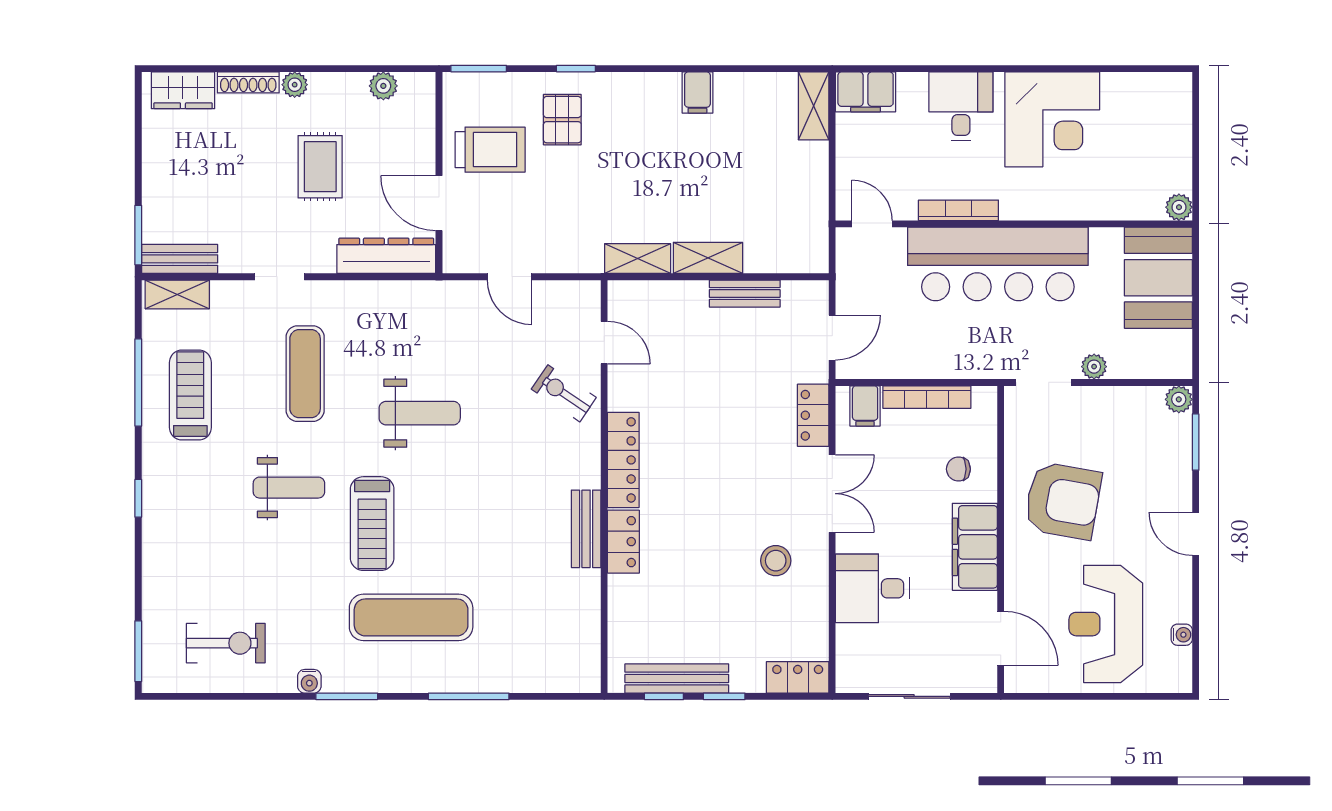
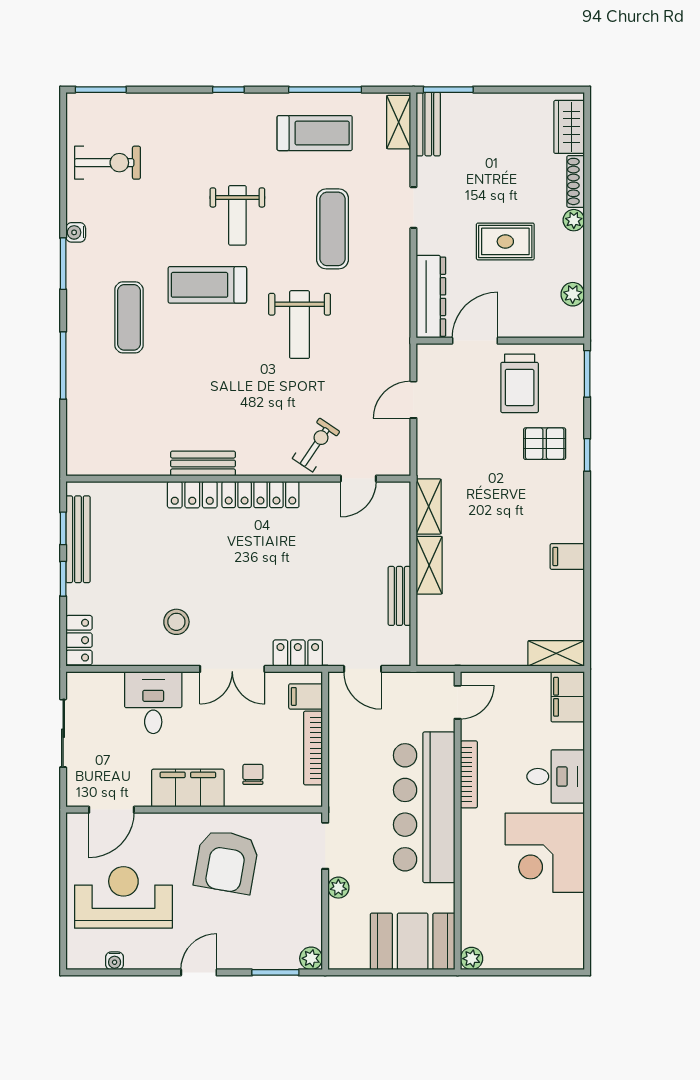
exercise mat: (305, 374) -> (333, 229), turned 90
exercise mat: (411, 617) -> (129, 317), width x0.73, depth x0.69
exercise bike: (226, 643) -> (107, 163), turned -90

